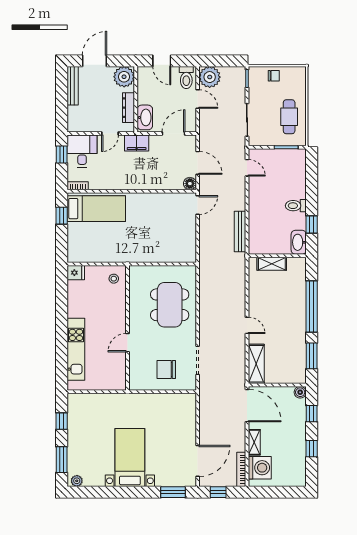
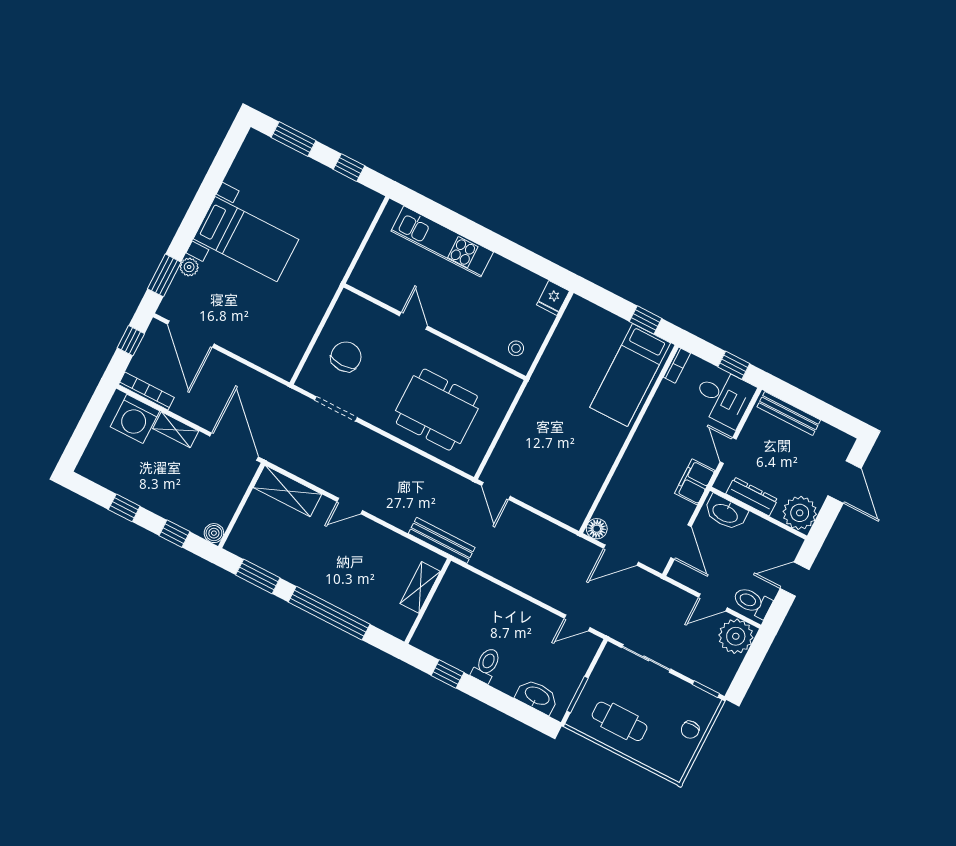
bench: (73, 86) -> (789, 413), moved
door: (198, 205) -> (496, 491), moved
bench: (240, 232) -> (442, 540), moved
washbasin: (299, 242) -> (537, 696), moved
door: (247, 406) -> (234, 447), swing flipped
plant: (77, 481) -> (189, 267), moved

